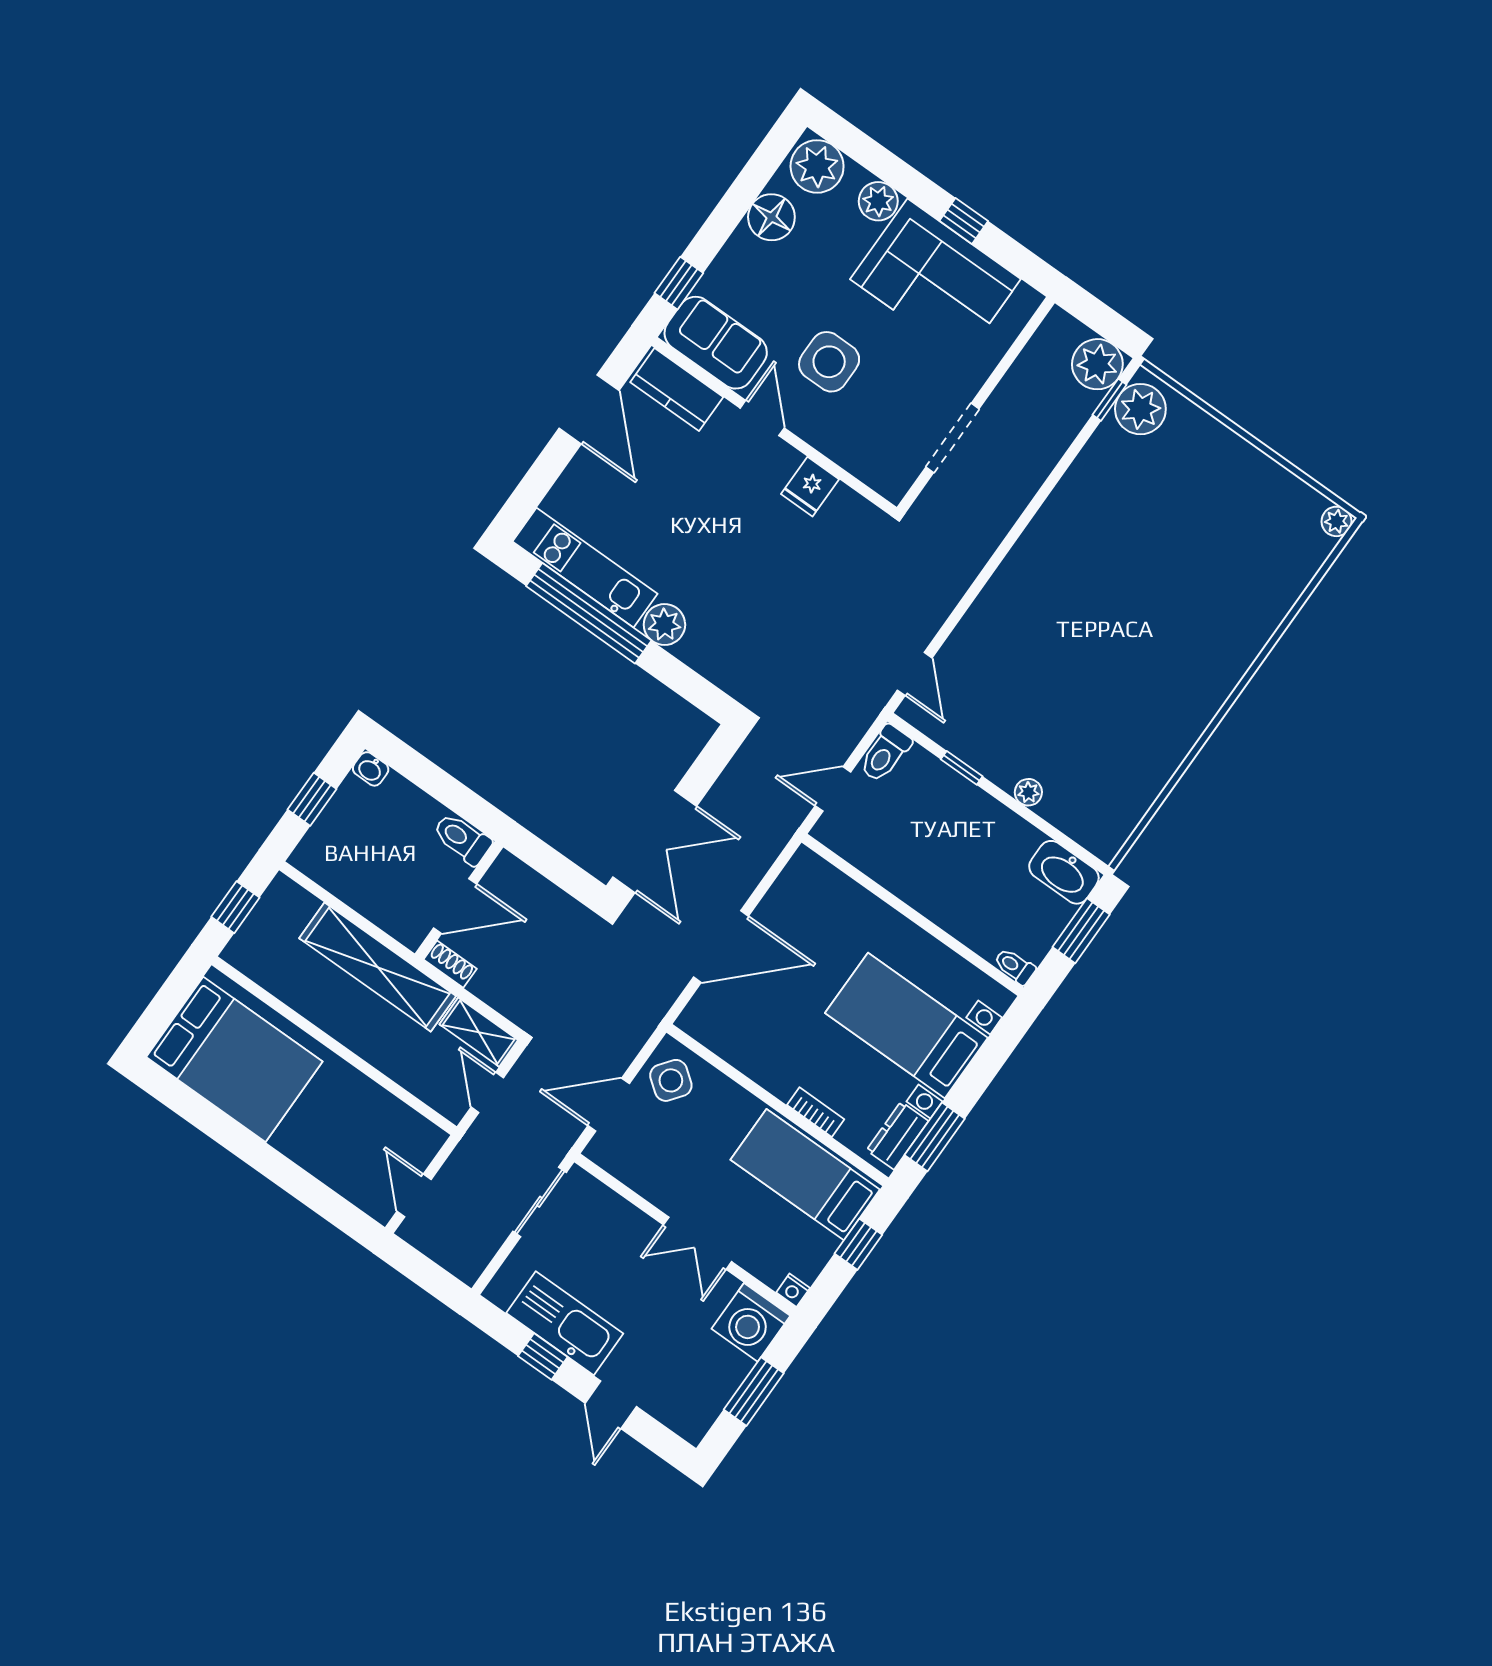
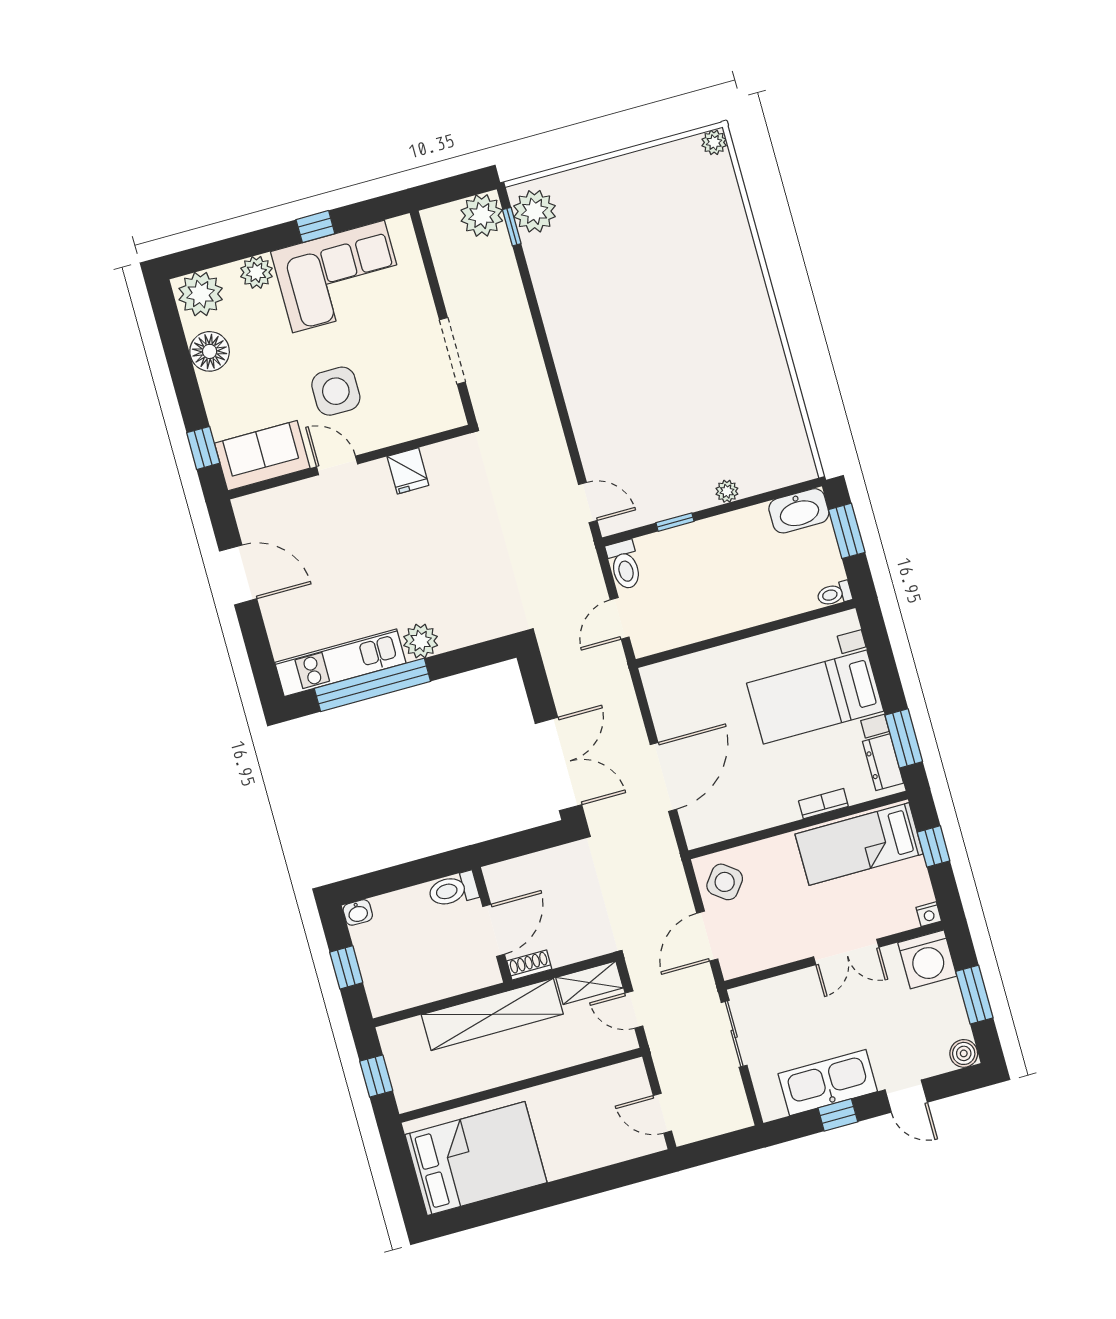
kitchen counter: (677, 390) -> (272, 507), removed
boiler: (692, 1425) -> (964, 1053), added

